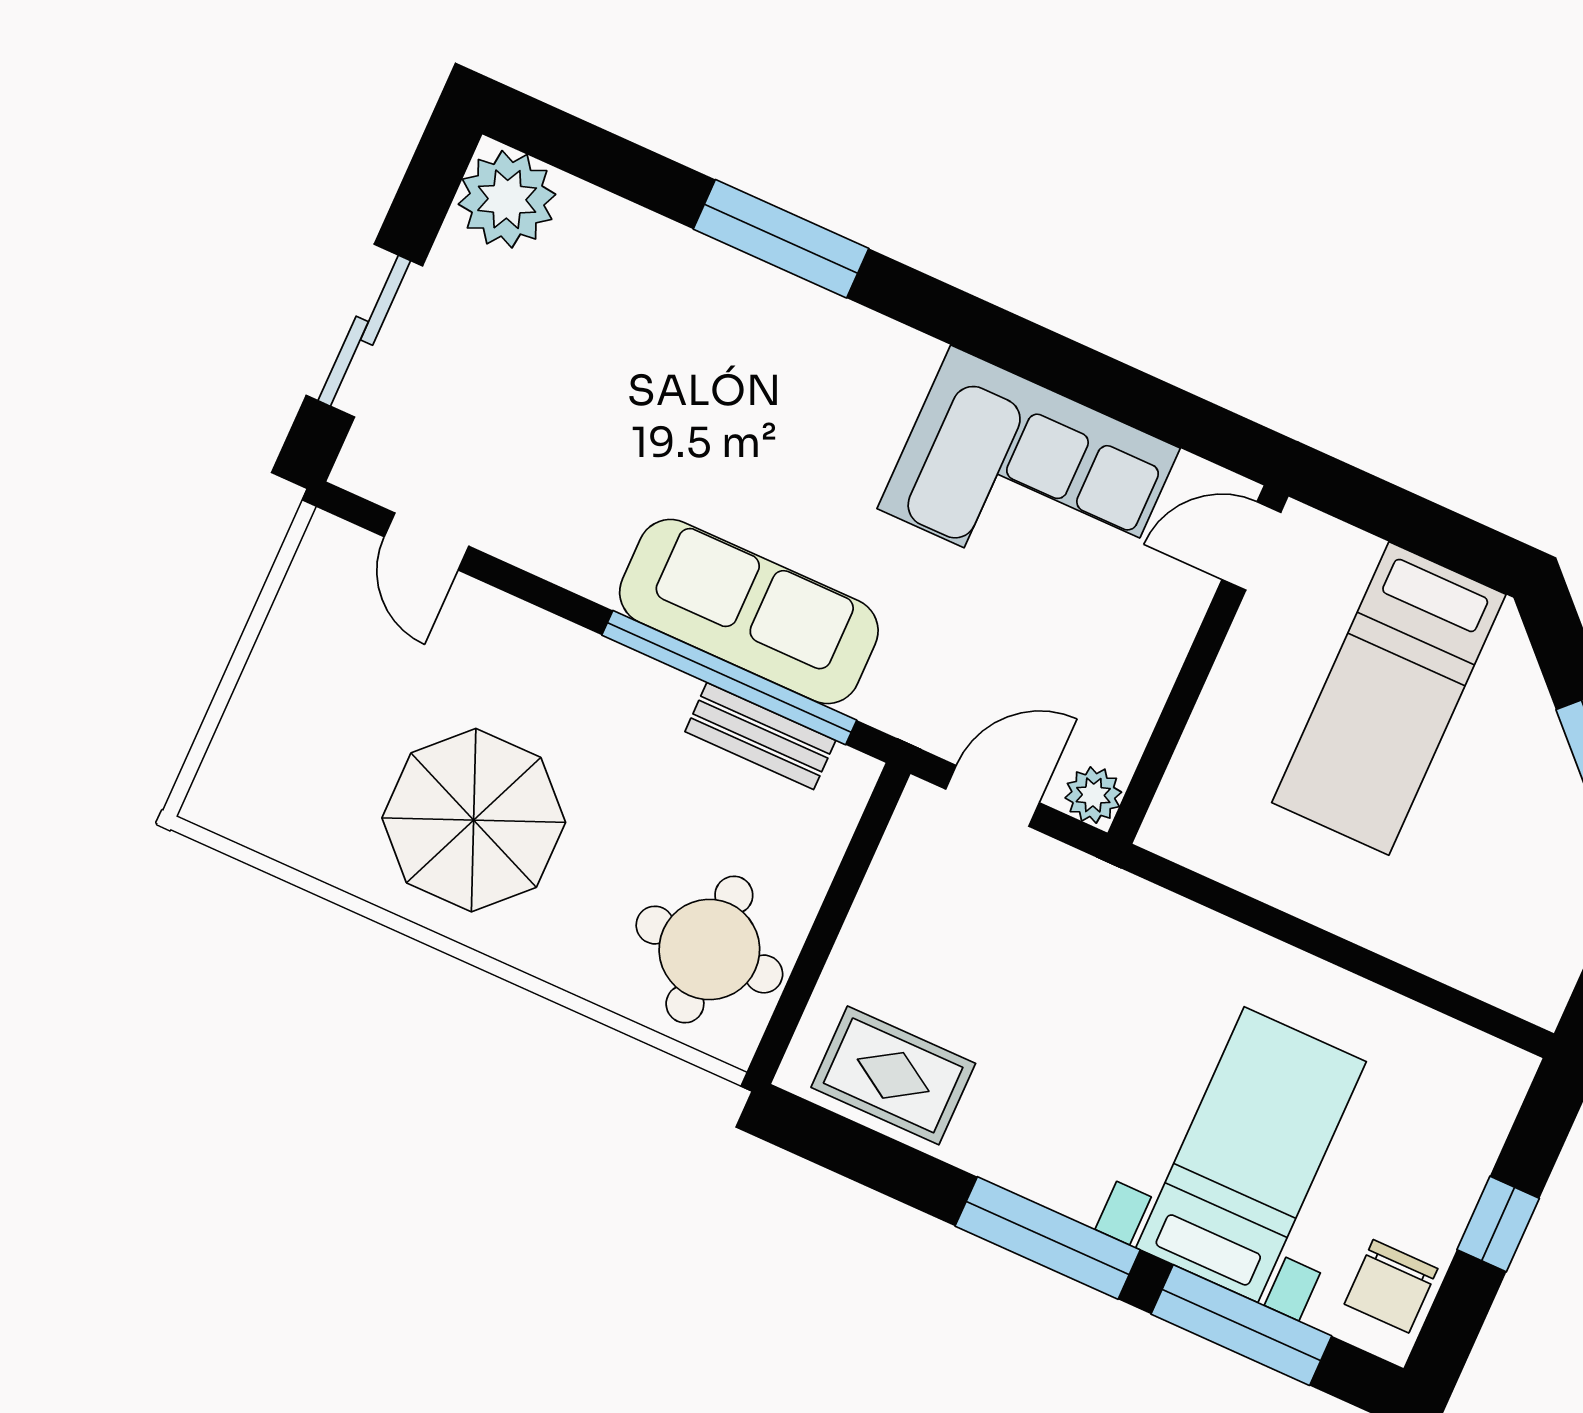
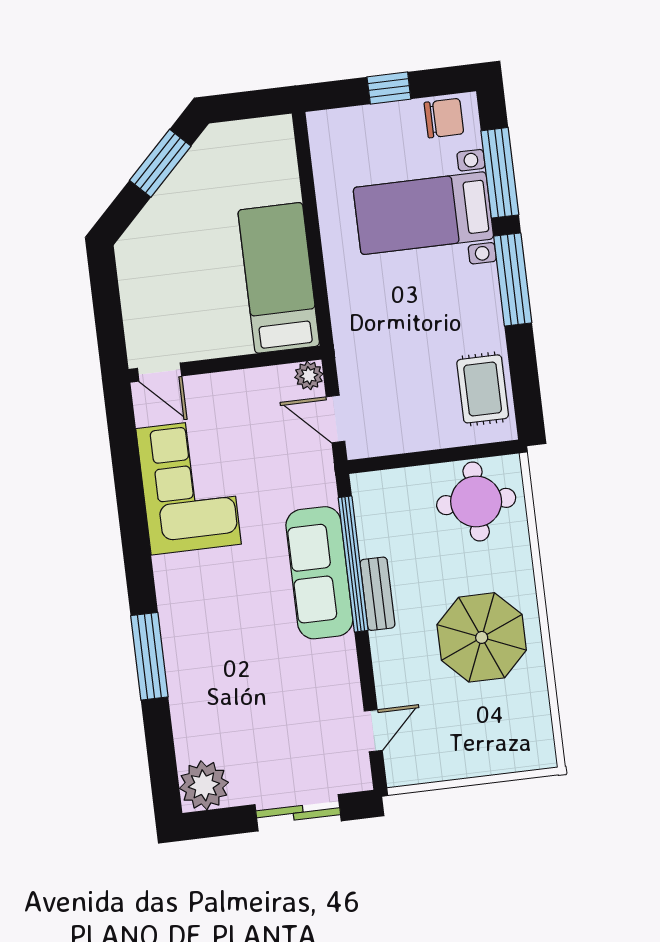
bed: (1389, 698) -> (279, 278), moved, turned -90
bench: (760, 736) -> (377, 594), moved

